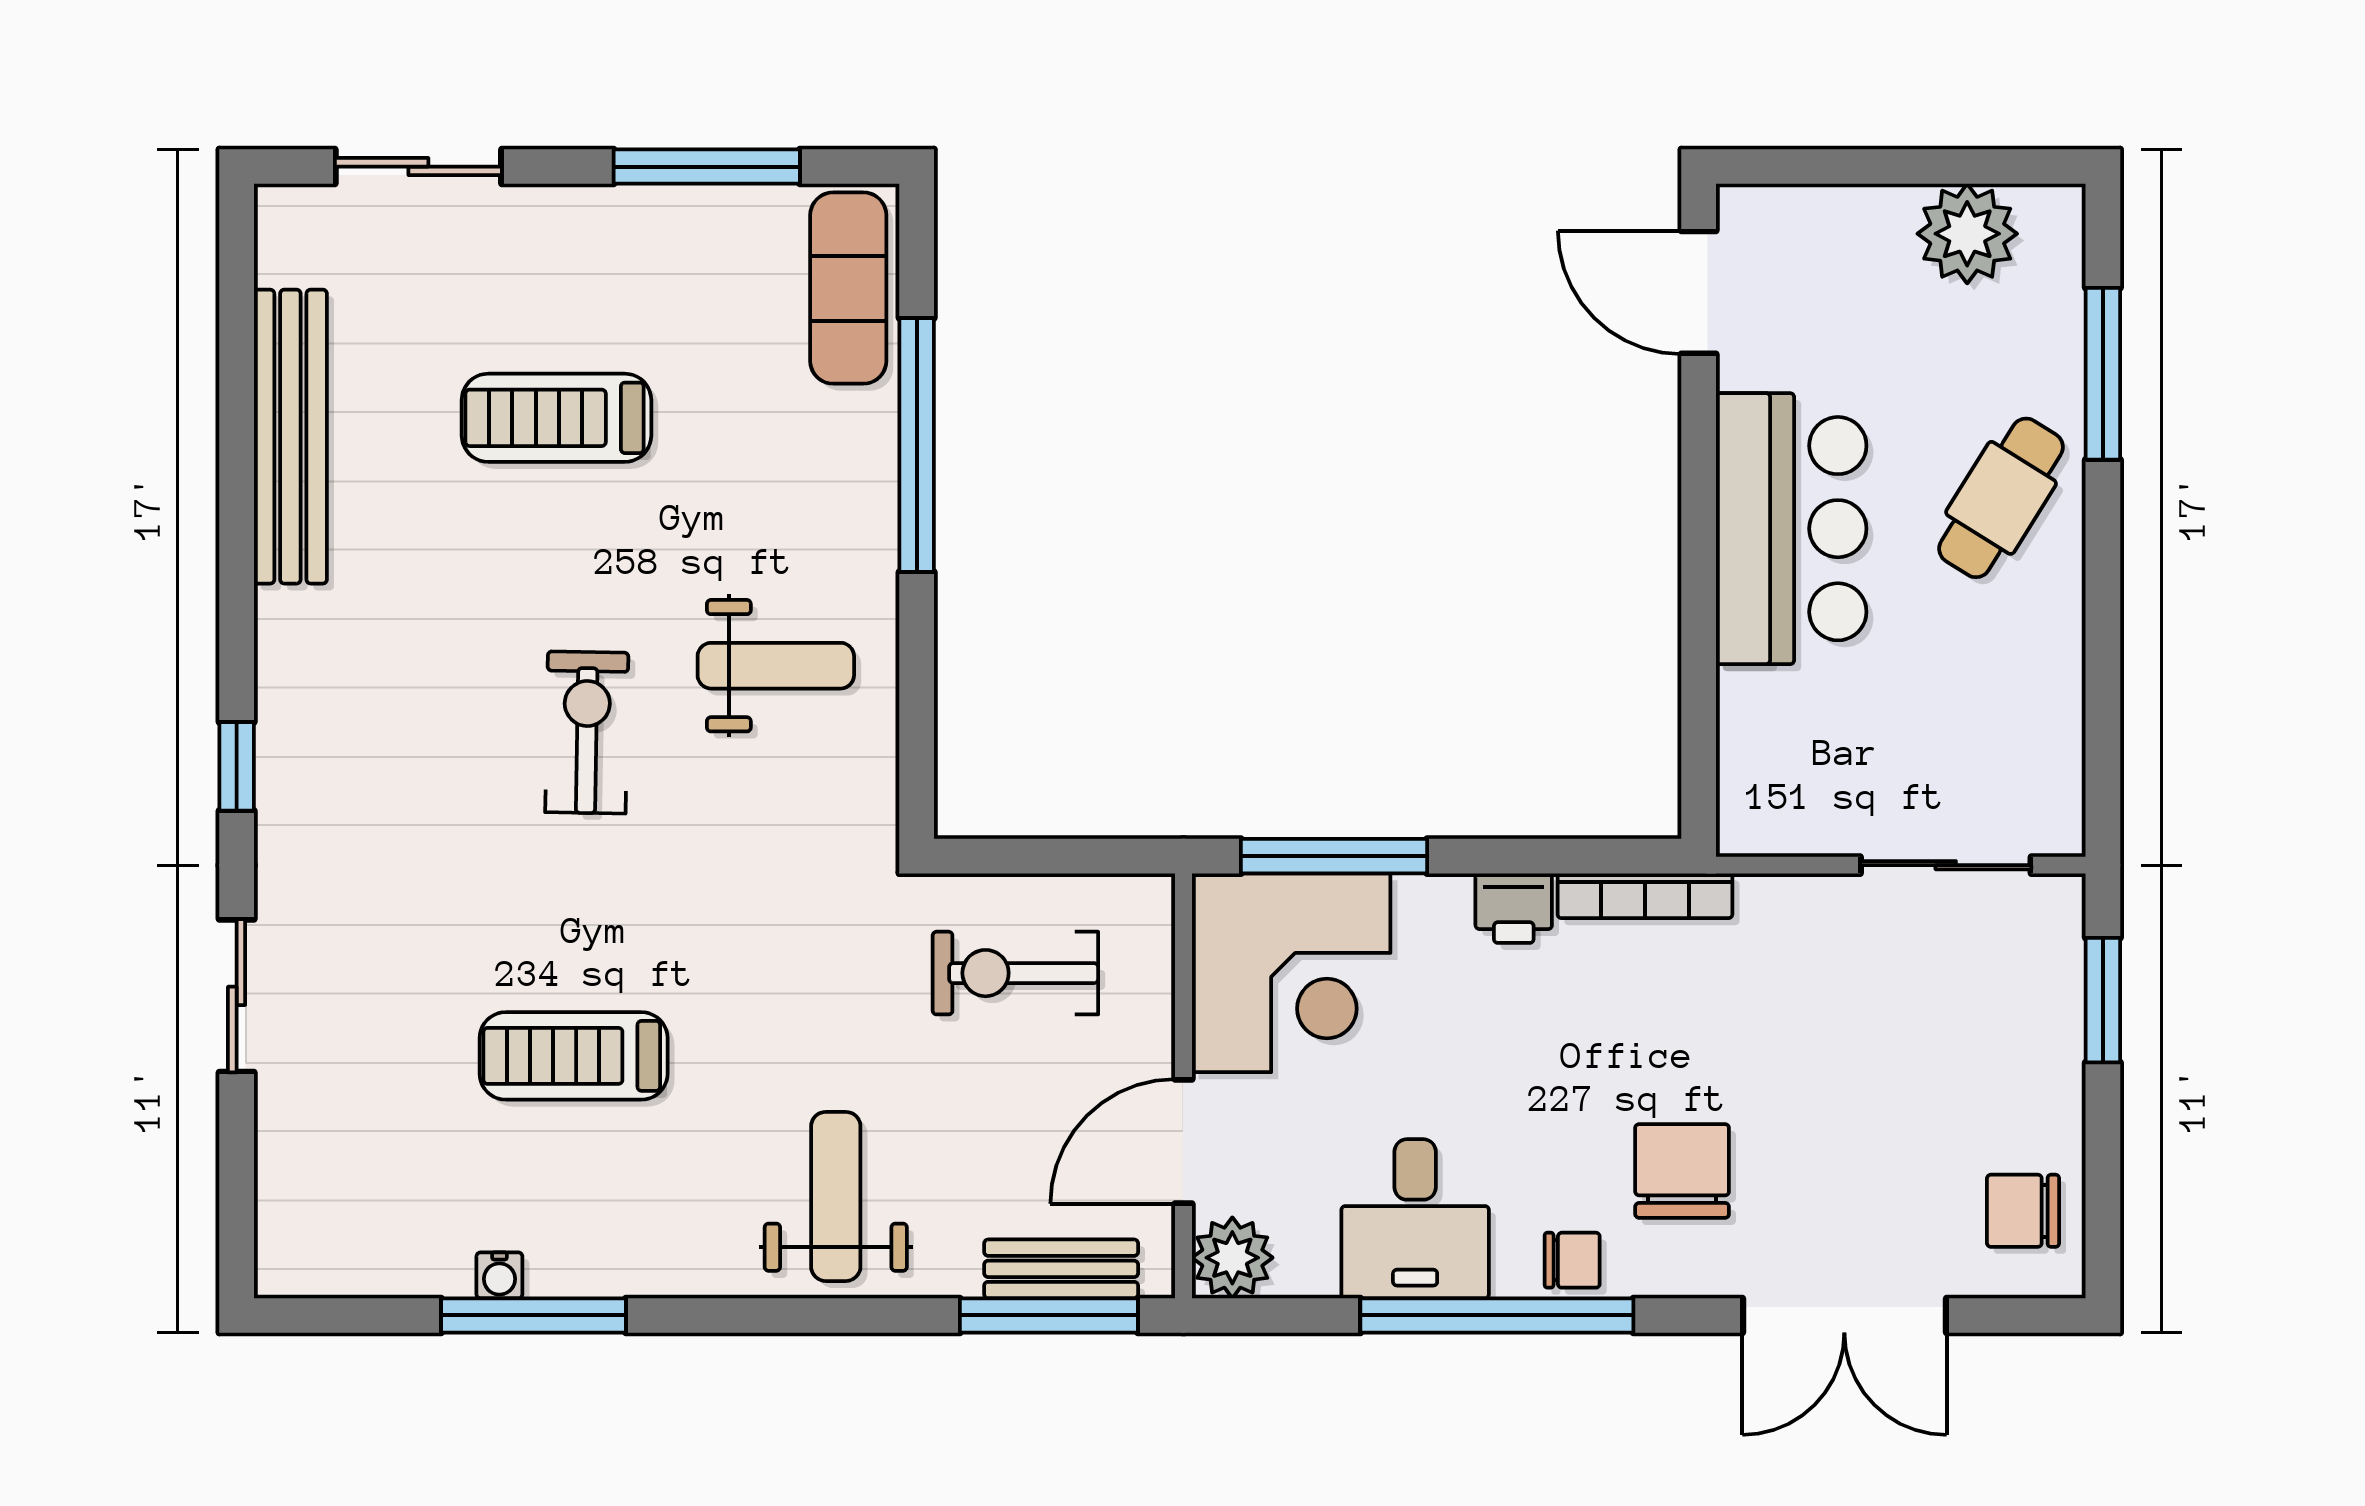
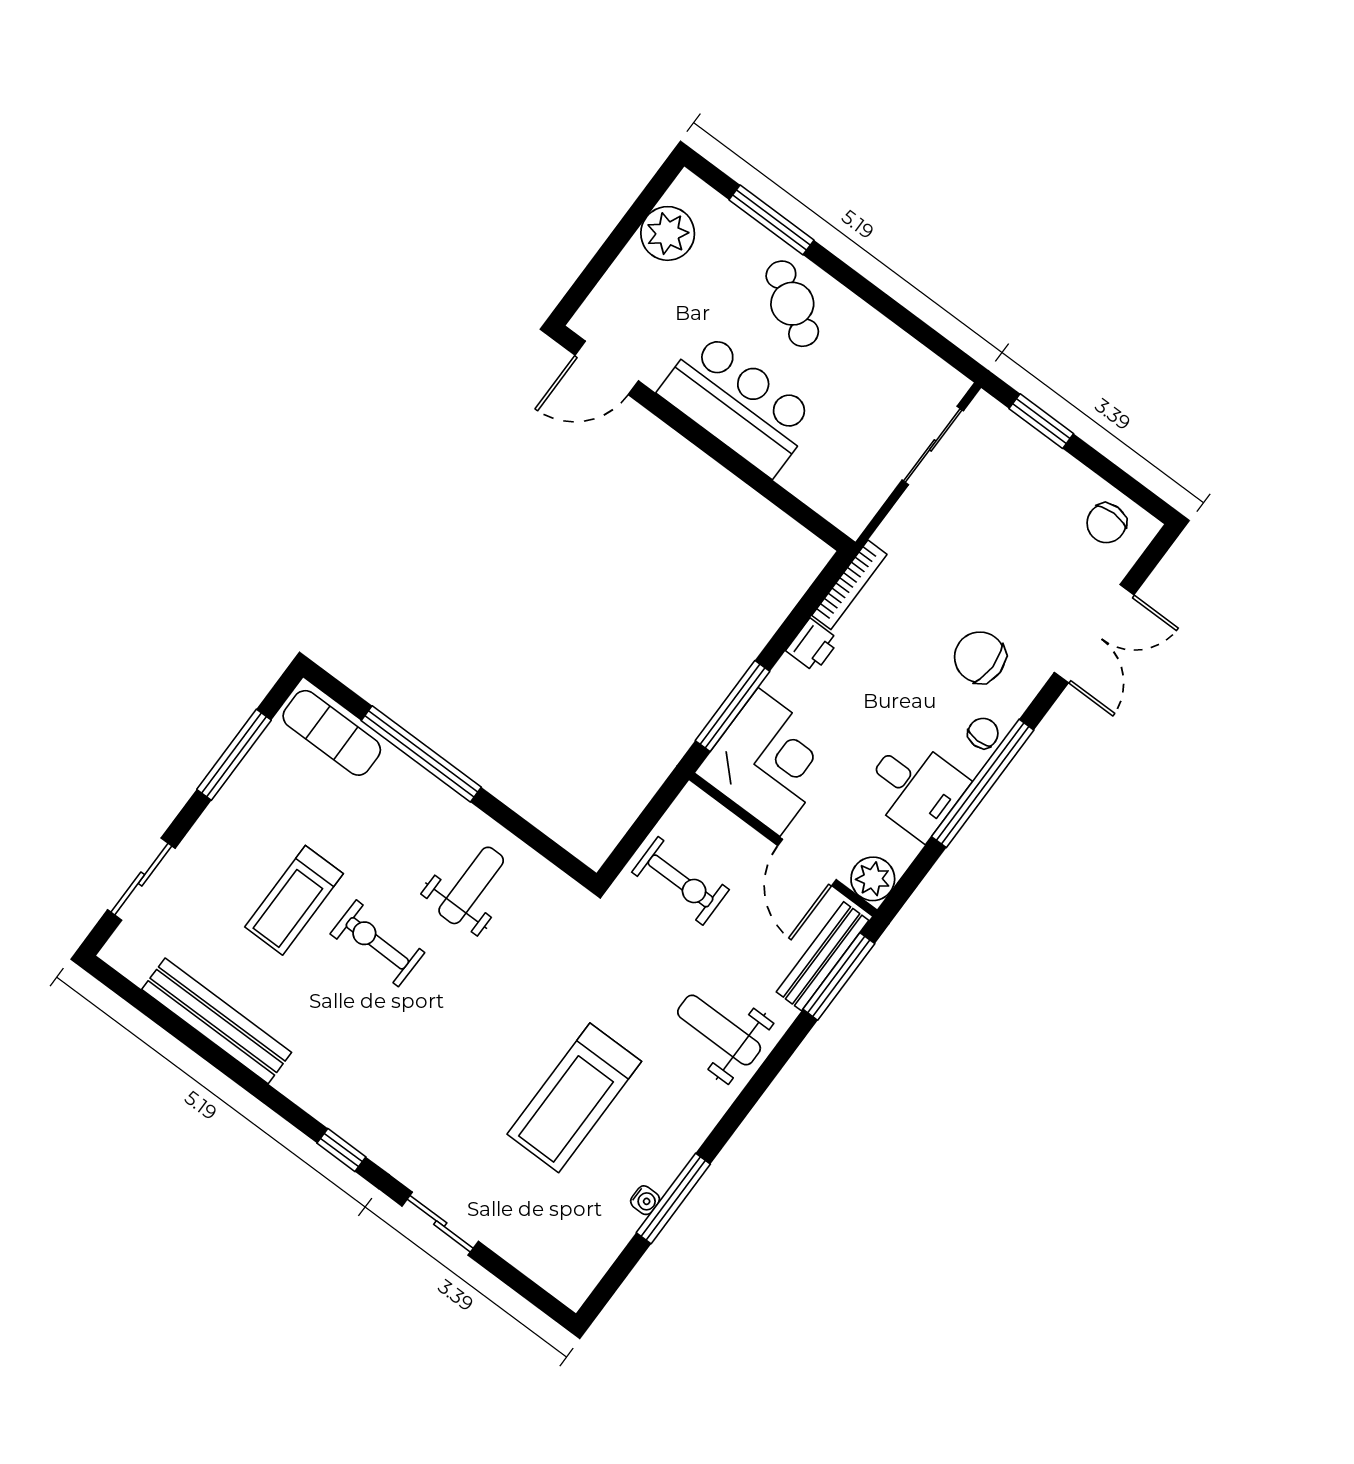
exercise bike: (587, 732) -> (377, 943), moved
exercise bike: (1015, 973) -> (681, 881), turned -90
treadmill: (574, 1056) -> (574, 1098), width x1.37, depth x1.38
bench: (1061, 1269) -> (823, 956), width x1.36

